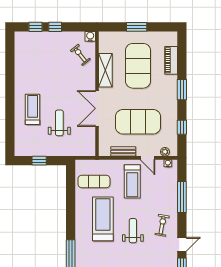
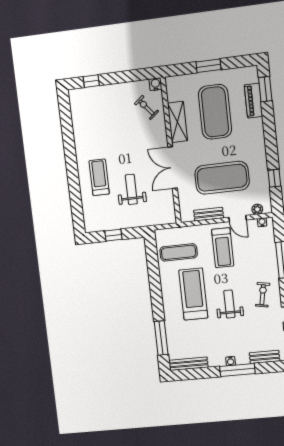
window: (55, 27) -> (114, 78), removed
window: (182, 90) -> (265, 89), moved

